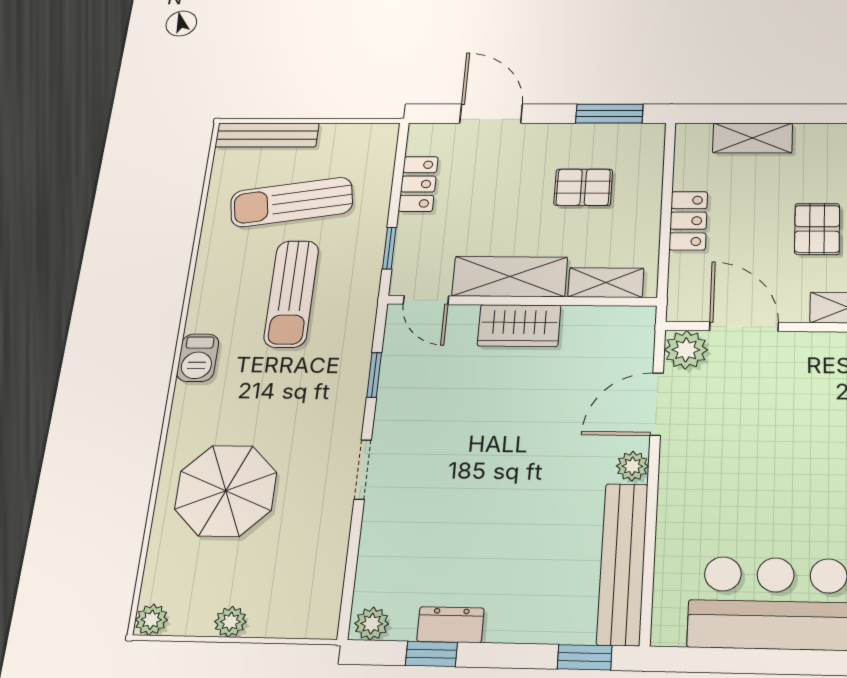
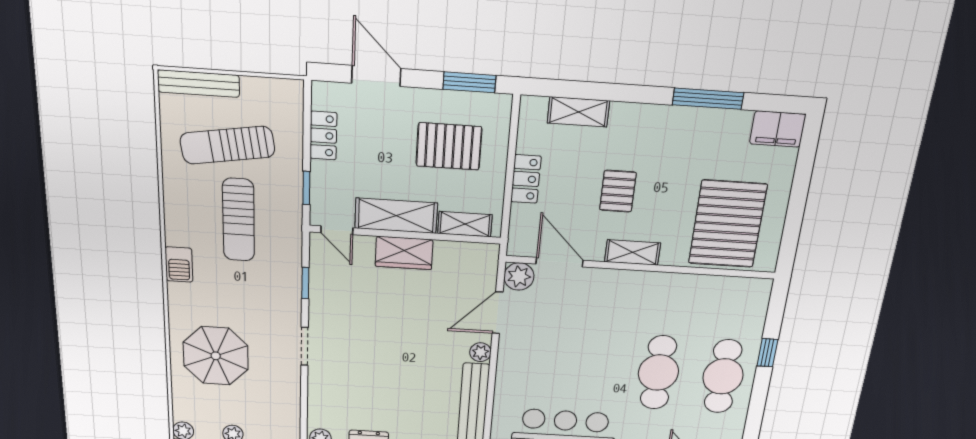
pallet: (583, 187) -> (449, 146), width x1.50, depth x1.42

